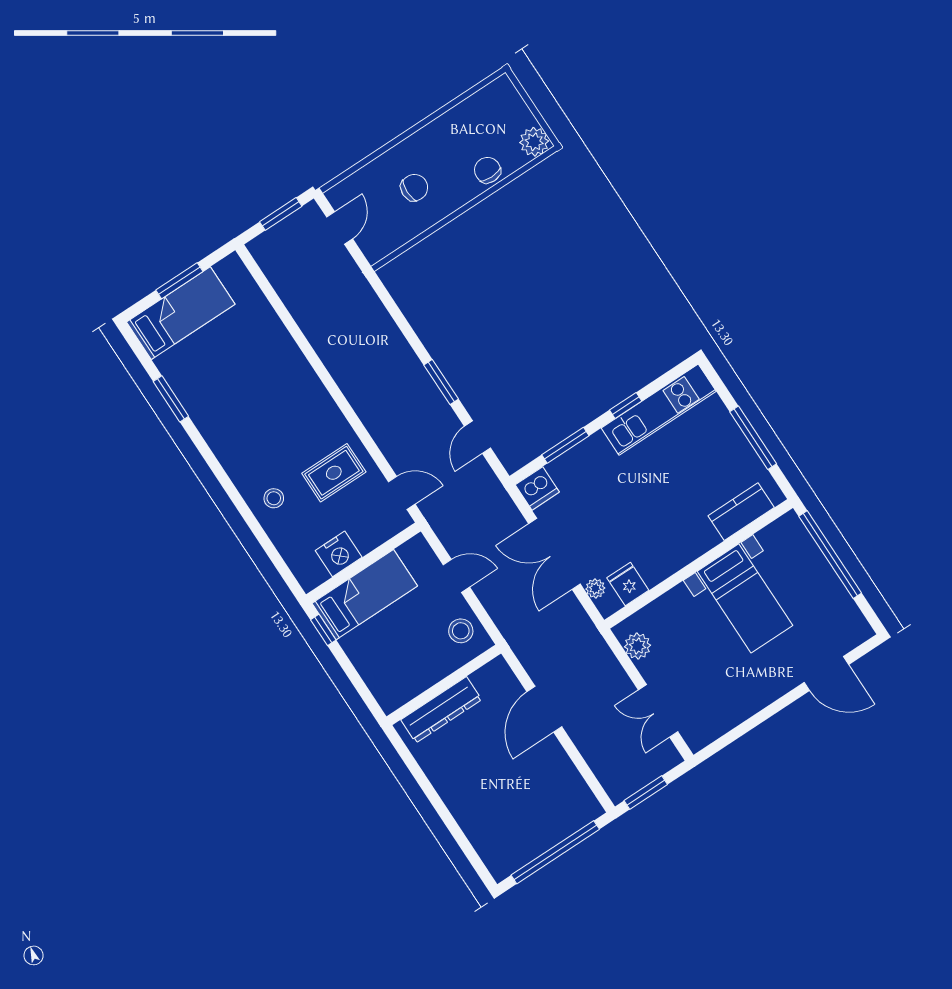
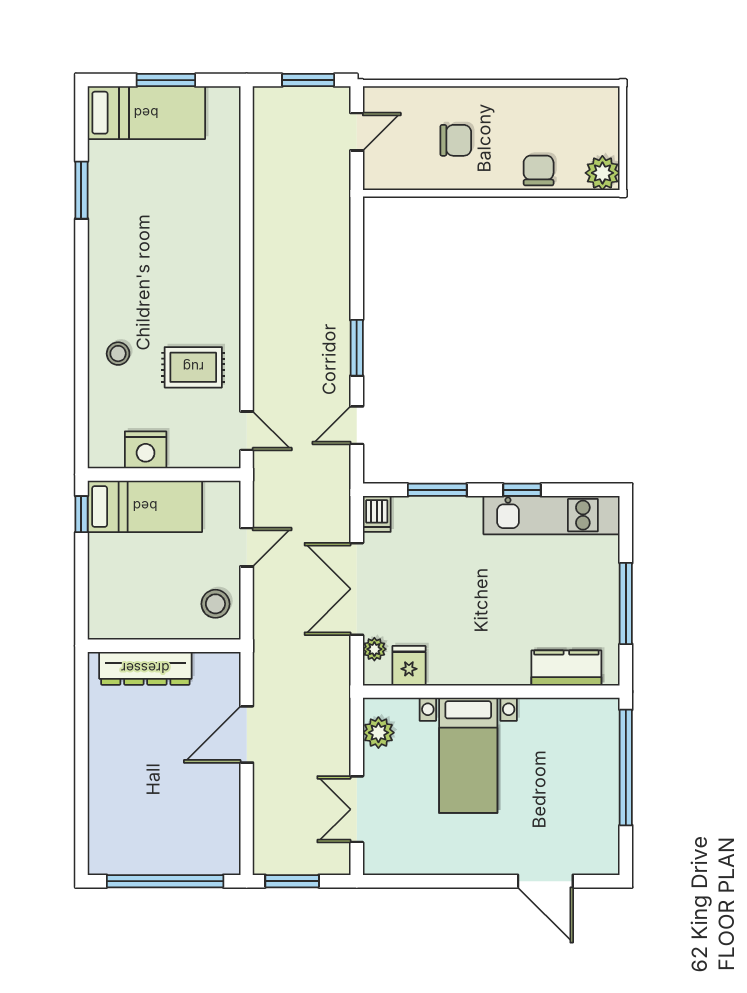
dishwasher: (537, 488) -> (377, 514), width x0.73
door: (456, 576) -> (247, 547), hinge flipped
bed with nightstands: (745, 598) -> (468, 755), moved

